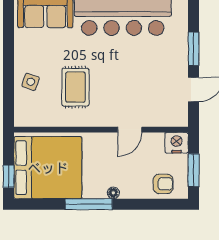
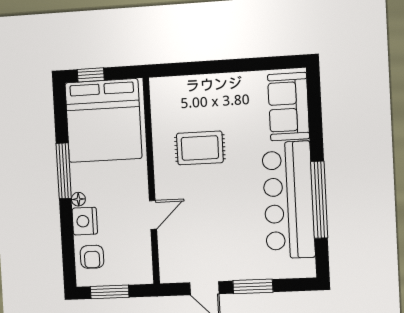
side table: (31, 82) -> (203, 94), removed
door: (130, 130) -> (153, 215), swing flipped
nightstand: (177, 143) -> (85, 221), moved, turned 180

